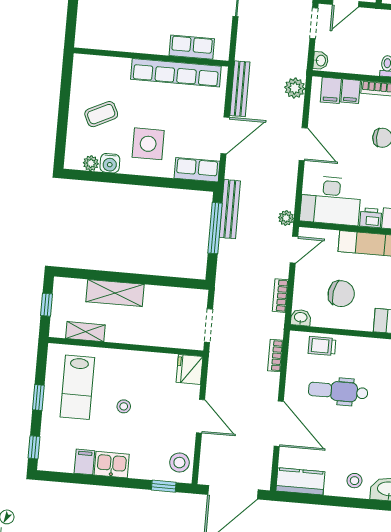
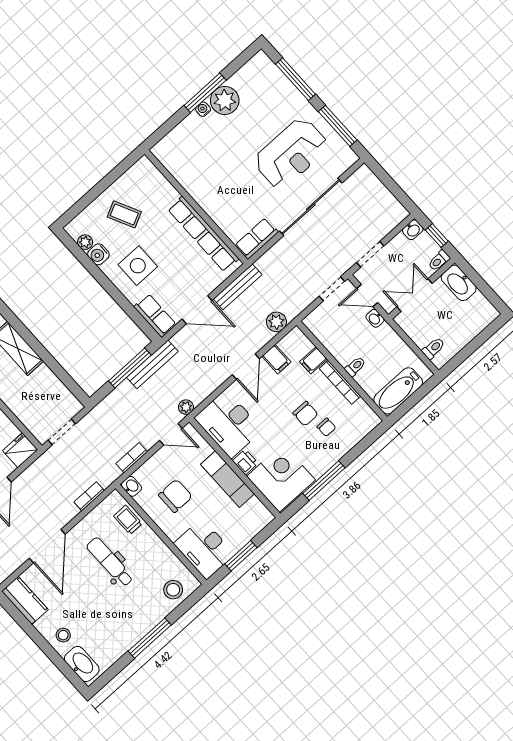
row of seats: (192, 47) -> (257, 239), moved, turned -90
washbasin: (321, 61) -> (375, 318), moved, turned 90
filing cabinet: (331, 90) -> (276, 359), moved, turned -90
chair: (341, 294) -> (175, 496), turned -99

